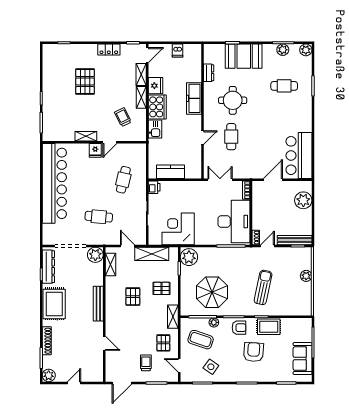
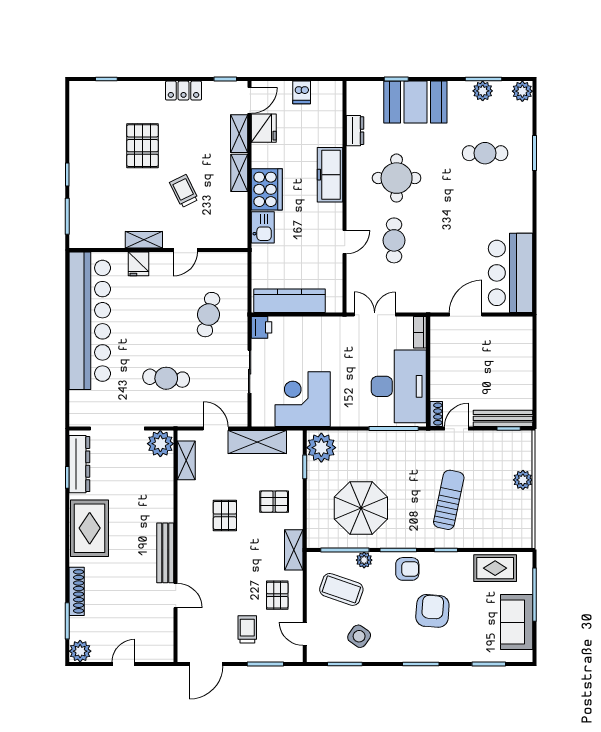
fridge: (155, 86) -> (264, 128), moved
trolley: (123, 117) -> (184, 191), moved
fridge: (95, 150) -> (139, 264), moved
kitchen counter: (170, 172) -> (290, 301), width x1.50
plant: (303, 200) -> (518, 350), removed
bench: (98, 304) -> (165, 553), moved
rug: (269, 327) -> (495, 568), moved

